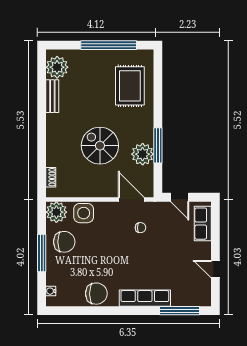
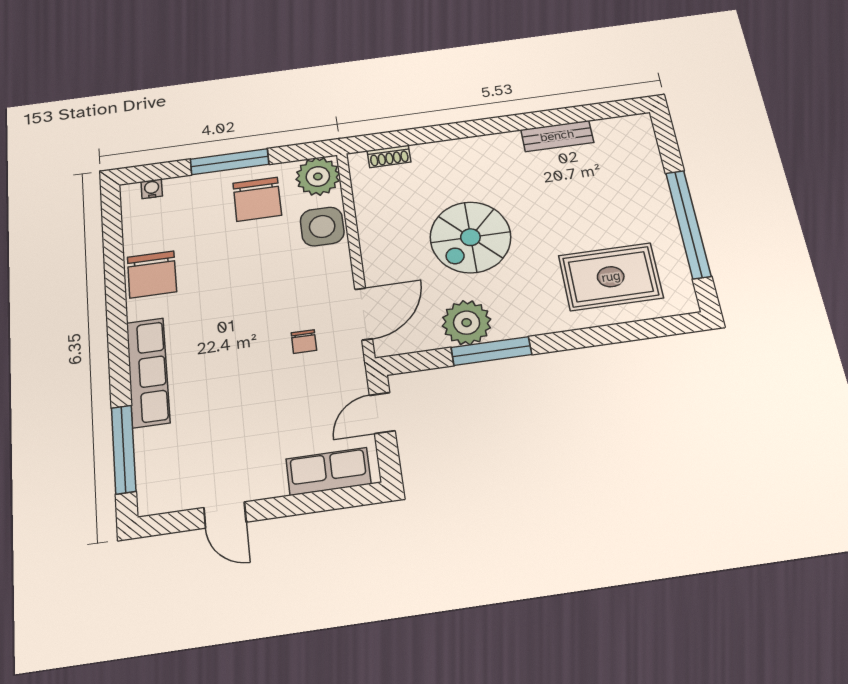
plant: (57, 67) -> (618, 136), removed
spiral stairs: (100, 146) -> (470, 237), turned 180
door: (215, 269) -> (225, 515), swing flipped

